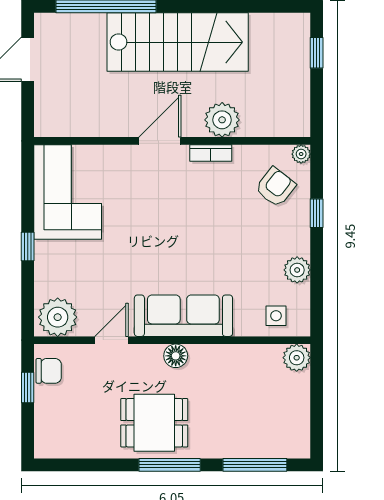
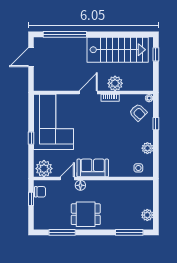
stairs: (178, 42) -> (118, 50), moved
armchair: (275, 187) -> (138, 112), turned 97
corner sofa: (68, 192) -> (54, 122), width x1.36, depth x1.36
sofa: (183, 316) -> (93, 168), width x0.73
floor lamp: (176, 356) -> (80, 185), moved
plant: (297, 358) -> (147, 215), moved
window: (170, 465) -> (62, 232), moved

